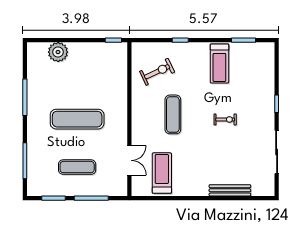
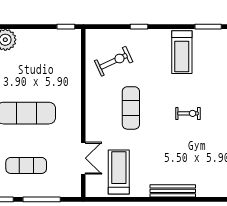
bench: (230, 190) -> (173, 191), moved

